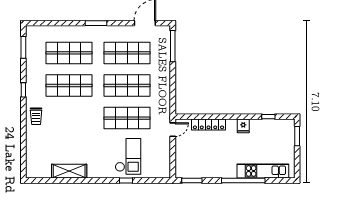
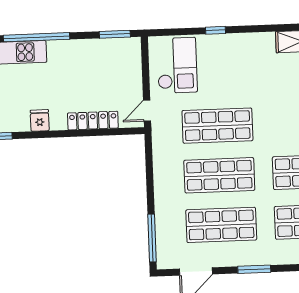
window: (96, 23) -> (254, 269), moved
checkout: (128, 156) -> (177, 65), moved, turned 180

